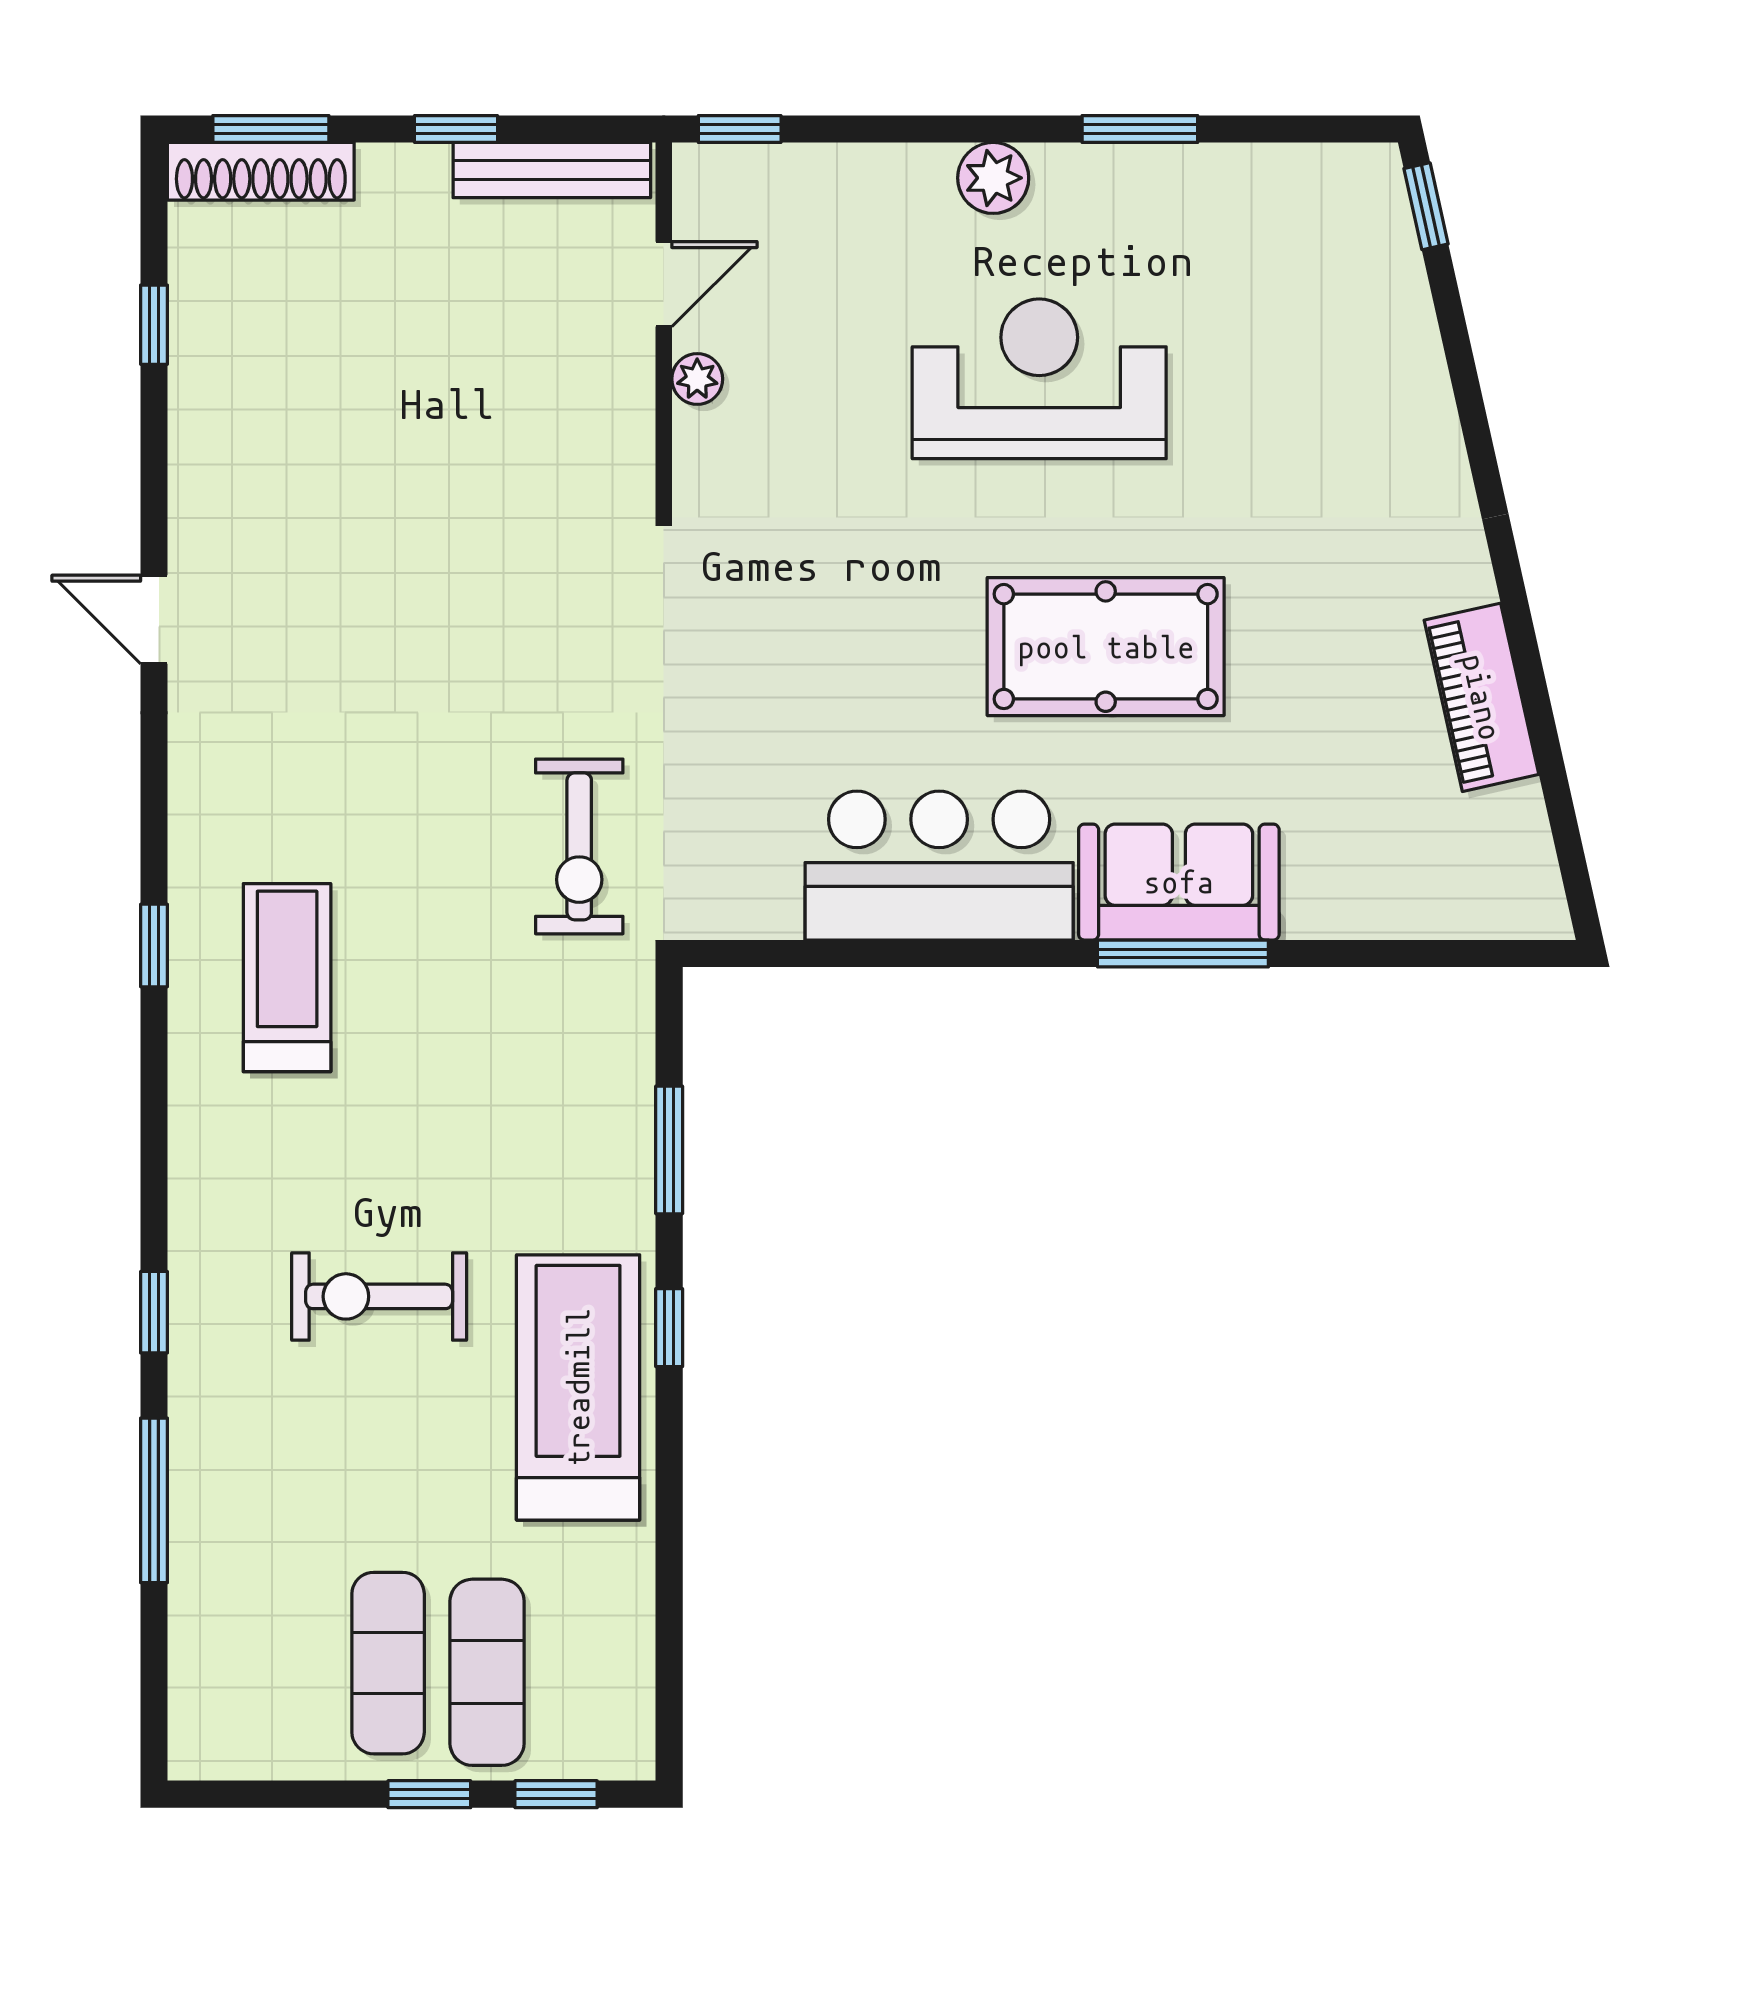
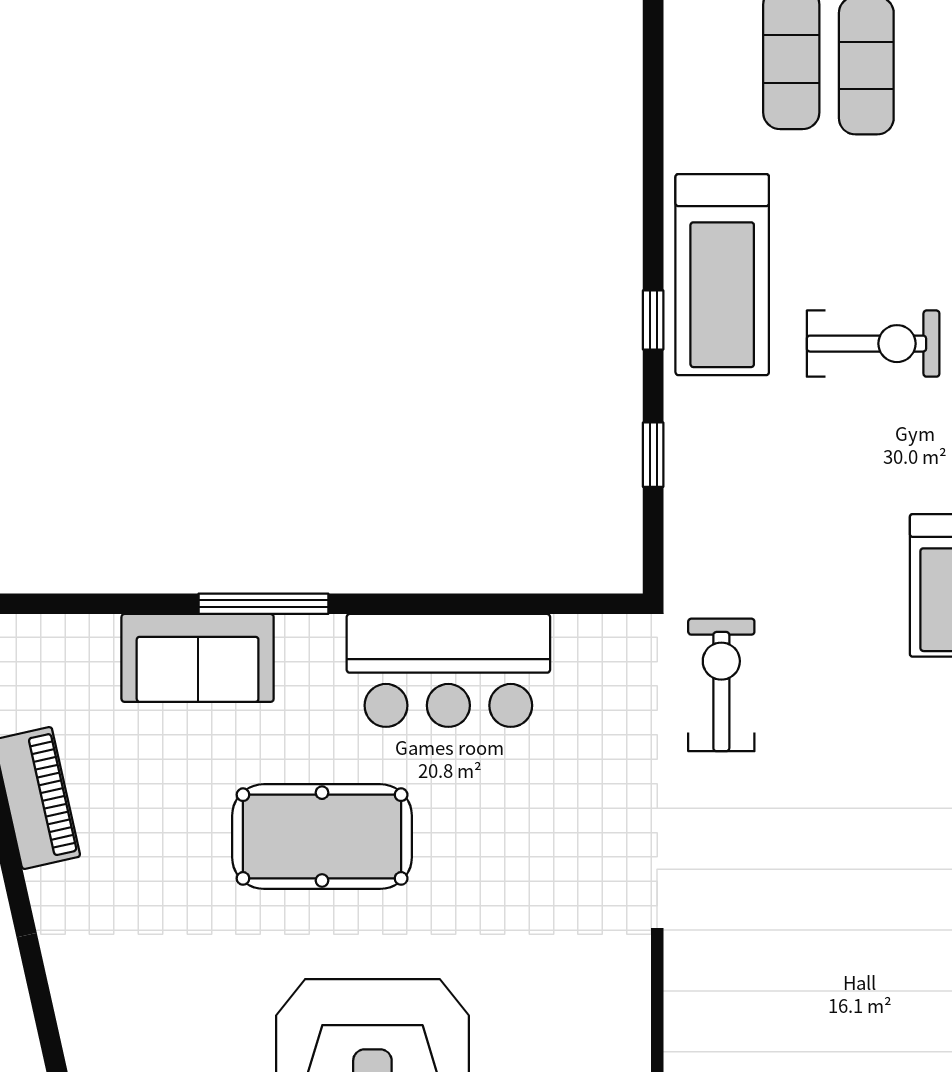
plant: (697, 379) -> (632, 1039), removed
sofa: (1179, 882) -> (198, 658), moved
window: (669, 1150) -> (653, 455), width x0.67

